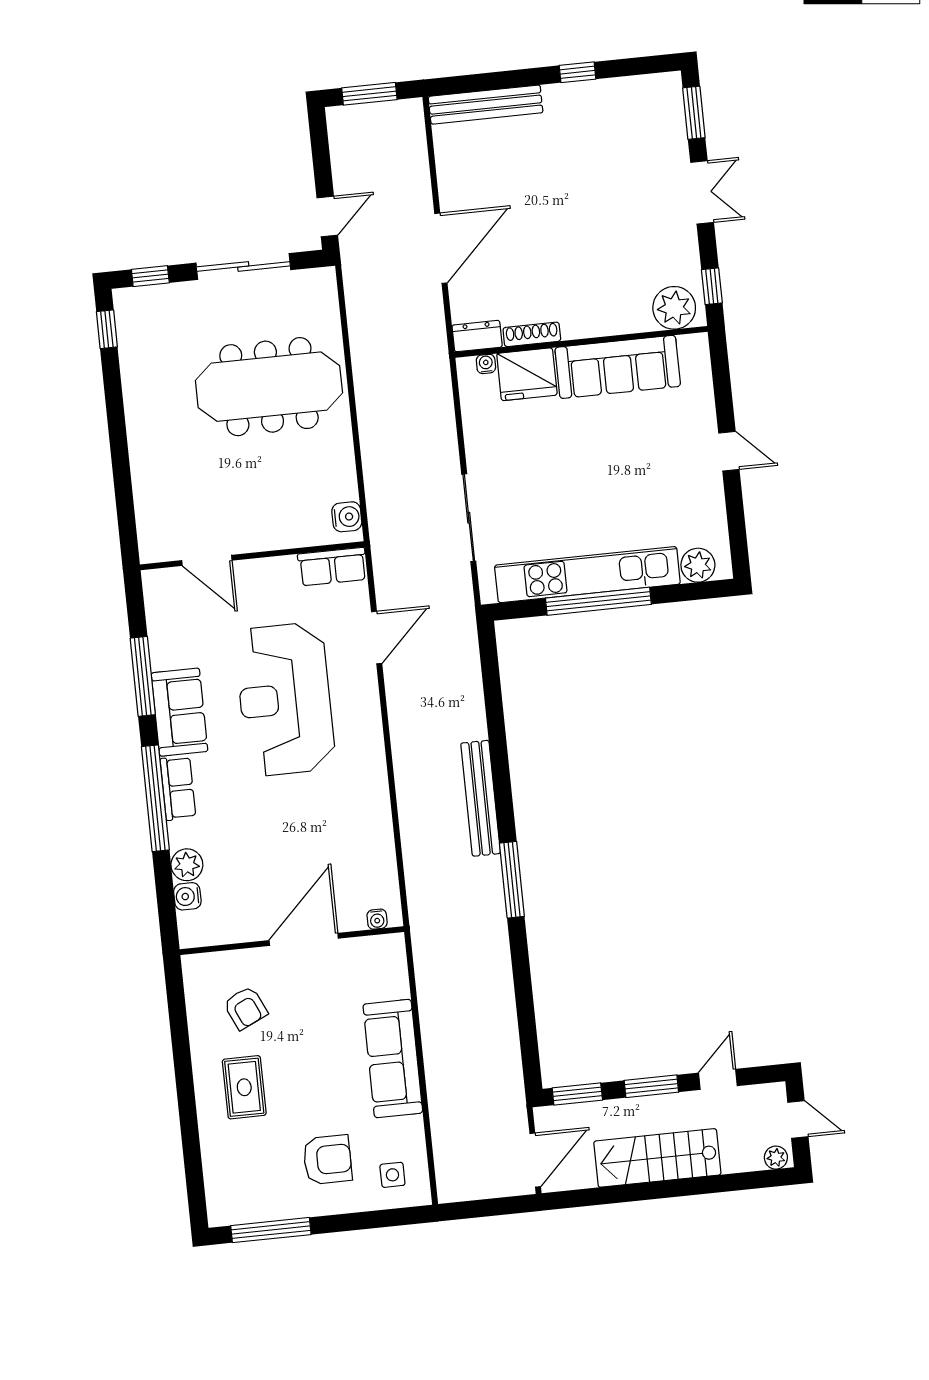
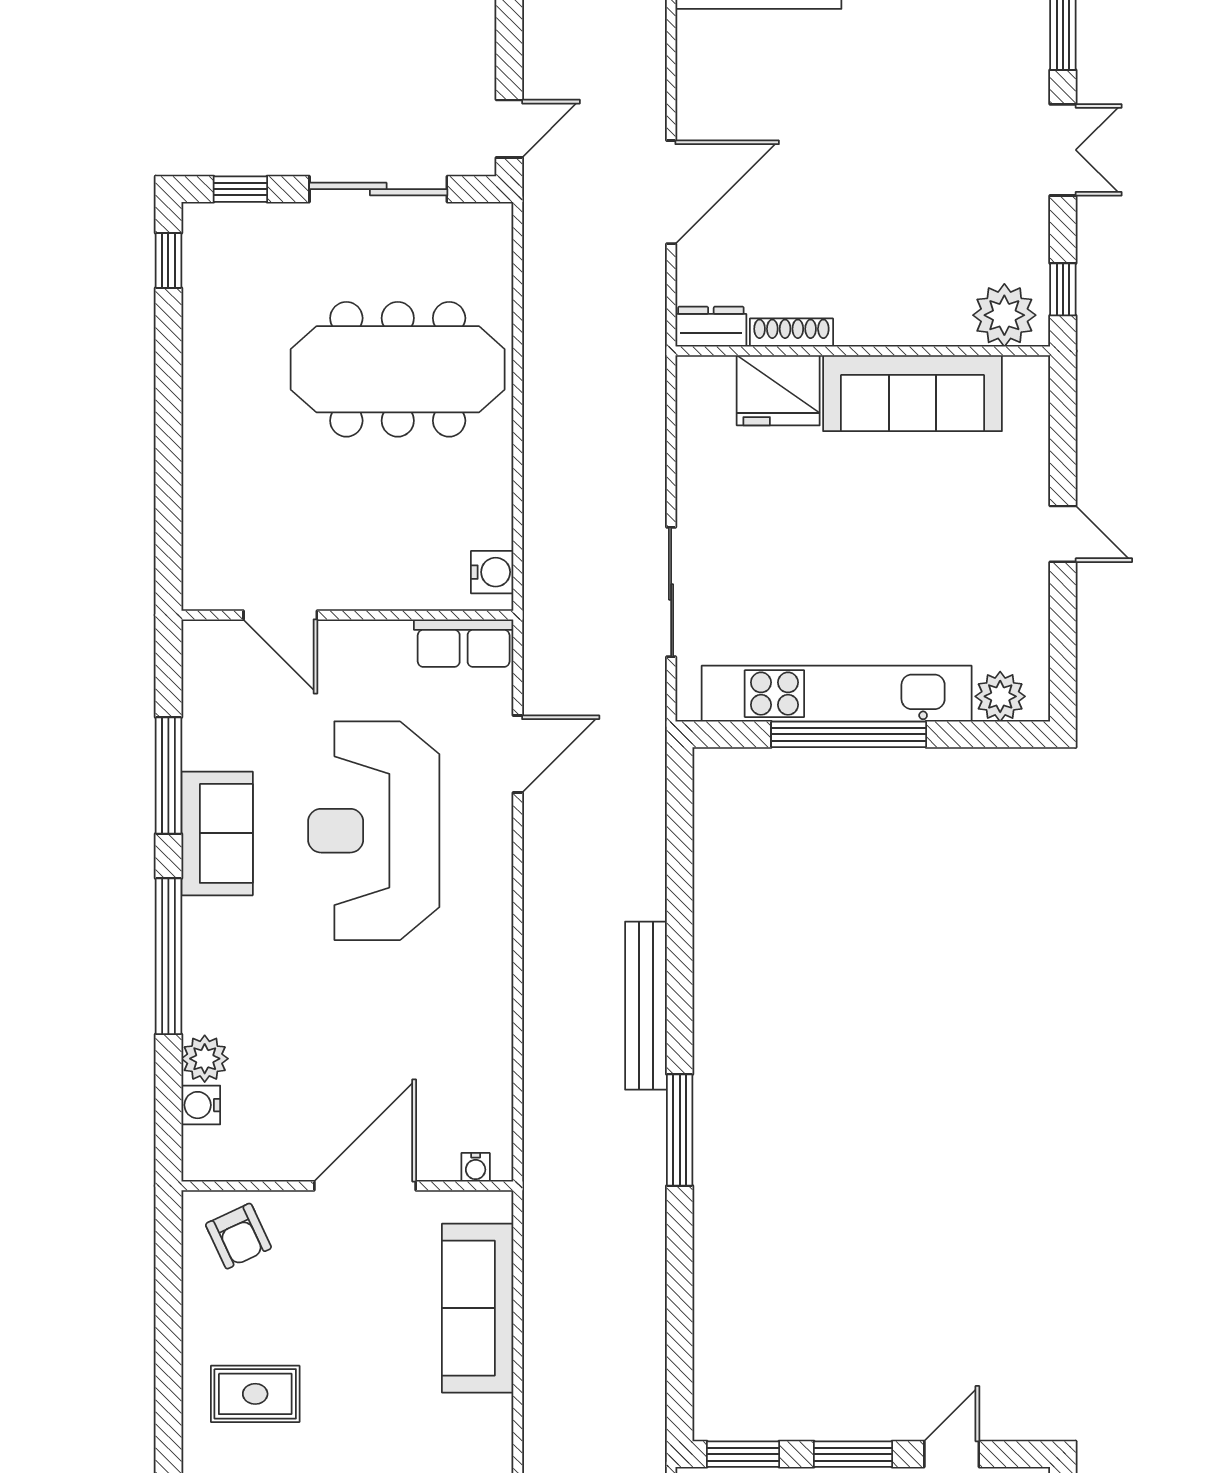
water cooler: (486, 364) -> (720, 369), removed
row of seats: (178, 788) -> (203, 945), removed
armchair: (245, 1008) -> (238, 1236), moved
sofa: (393, 1059) -> (478, 1308), moved
rug: (244, 1087) -> (255, 1394), turned 90

